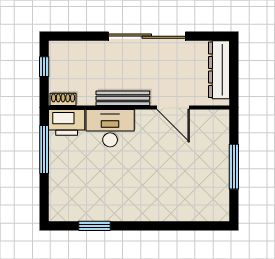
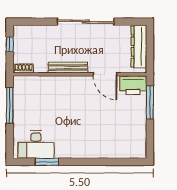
printer: (67, 122) -> (133, 85), moved
desk: (110, 128) -> (36, 145), moved, turned 180
window: (234, 167) -> (150, 102), moved

